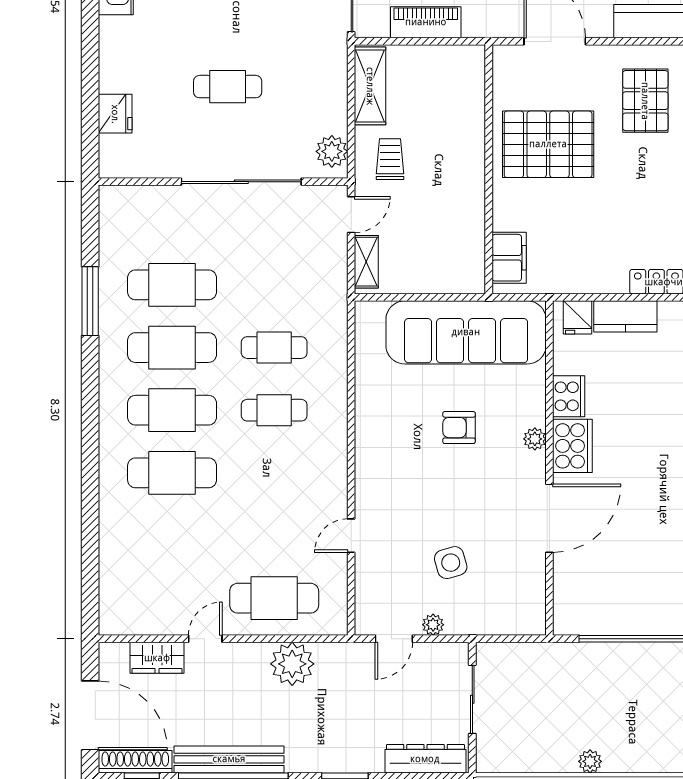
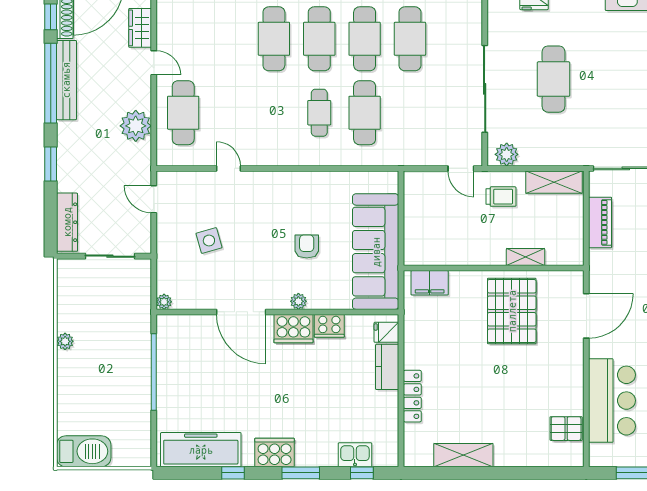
cafe table: (228, 87) -> (553, 79), width x1.37, depth x1.35
pallet: (645, 101) -> (543, 381), removed
shelving: (366, 262) -> (526, 257), moved
cafe table: (274, 348) -> (365, 113), width x1.37, depth x1.35
plant: (433, 625) -> (164, 302), moved

